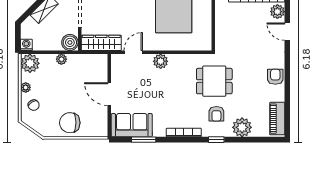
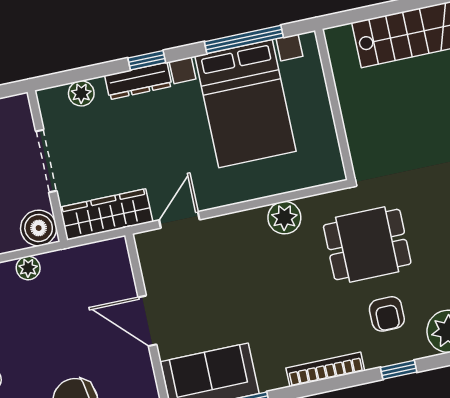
plant: (161, 61) -> (284, 218), moved

